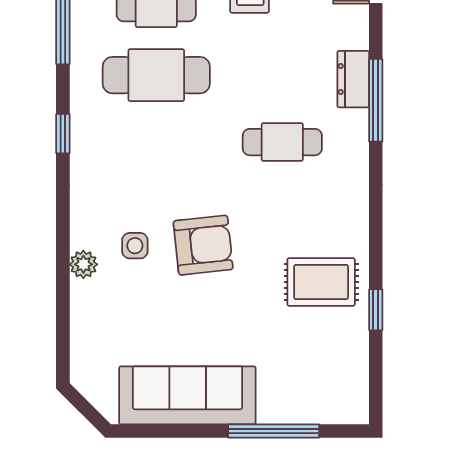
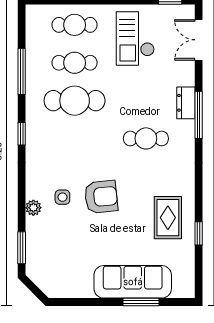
rug: (321, 282) -> (168, 218), turned 90
window: (63, 335) -> (22, 248), added
sofa: (187, 395) -> (133, 282), moved
window: (274, 431) -> (141, 302), width x0.69

